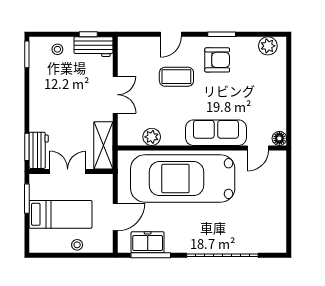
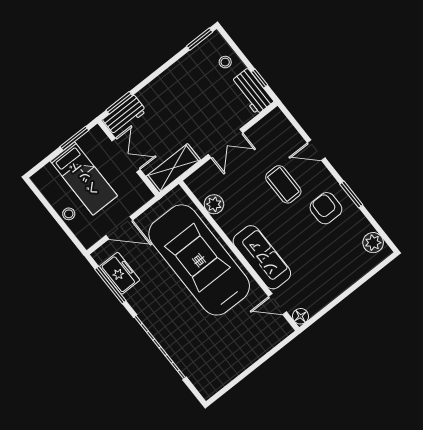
armchair: (217, 60) -> (326, 208), turned 180

